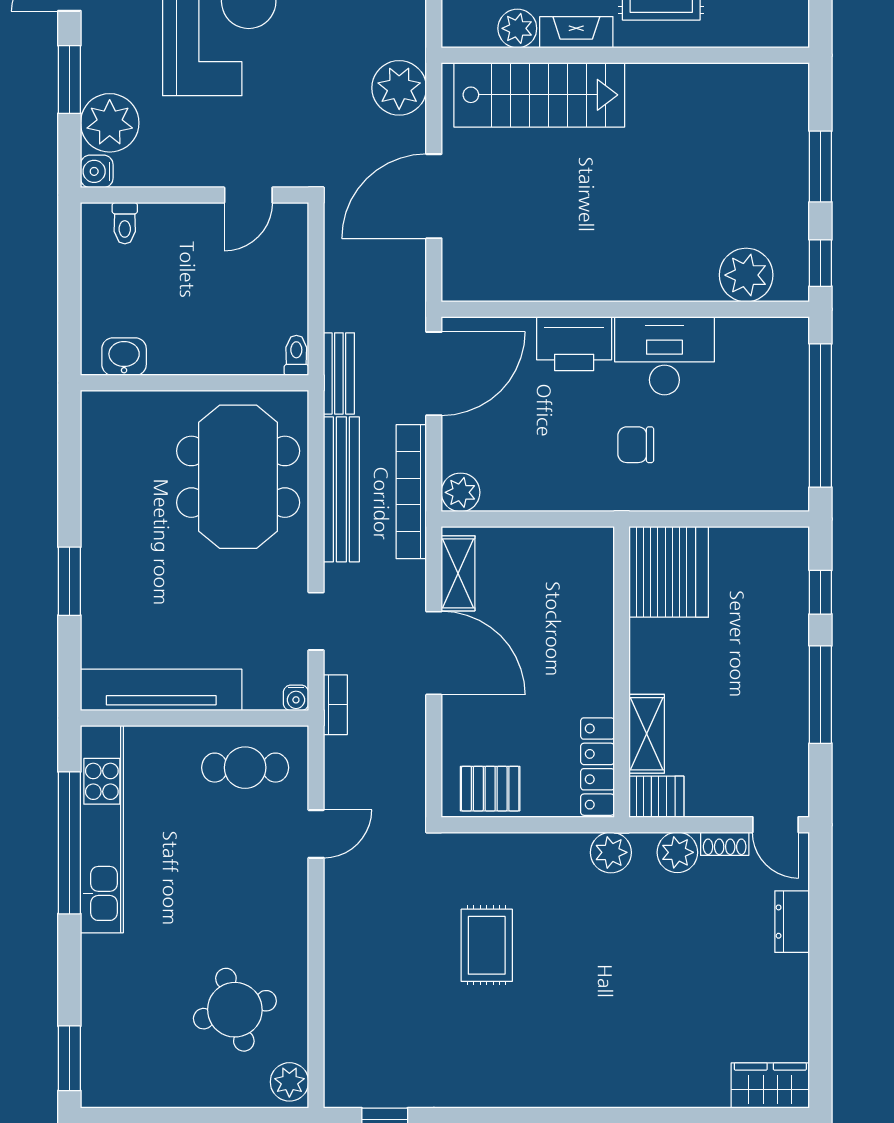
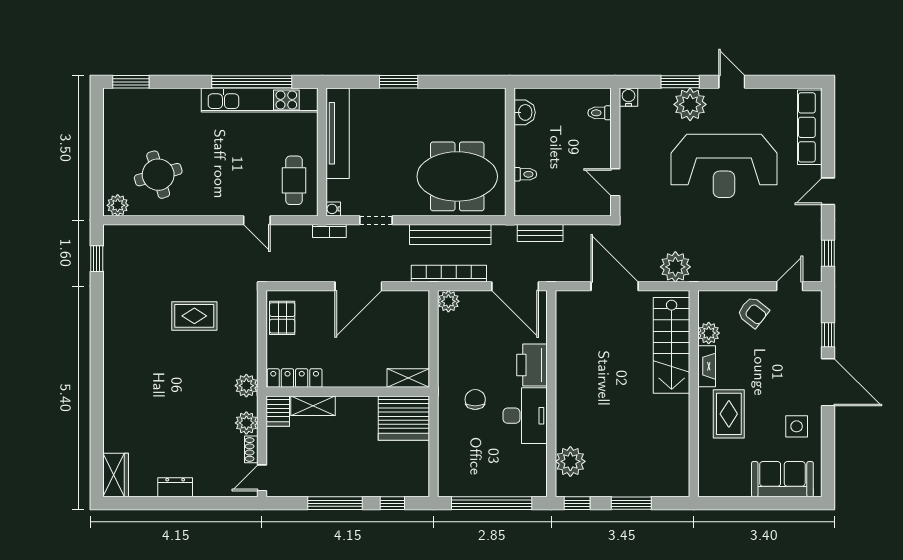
plant: (110, 123) -> (690, 104), moved
toilet: (296, 355) -> (525, 174), moved
bench: (339, 373) -> (540, 233), moved
shelving: (458, 573) -> (408, 378), moved
dresser: (792, 922) -> (175, 487), moved

